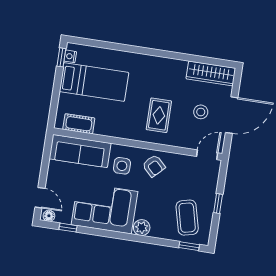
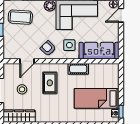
cot: (79, 124) -> (78, 69), moved
door: (207, 155) -> (27, 61), moved
door: (40, 198) -> (121, 15), hinge flipped
coffee table: (187, 218) -> (20, 17), turned -72

